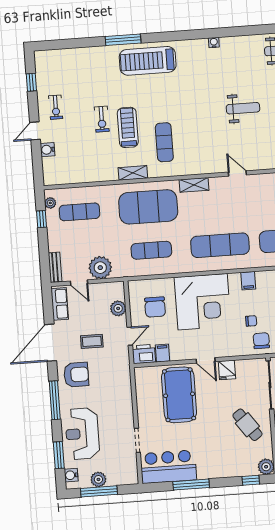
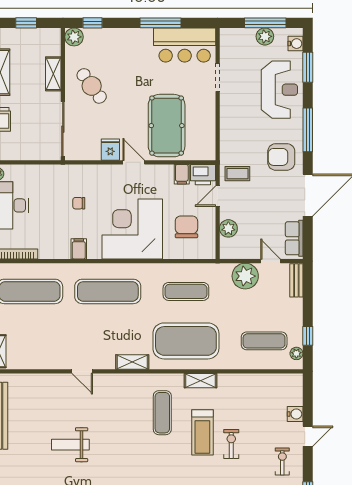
coffee table: (92, 341) -> (237, 174), moved
chair: (261, 341) -> (69, 180), removed

